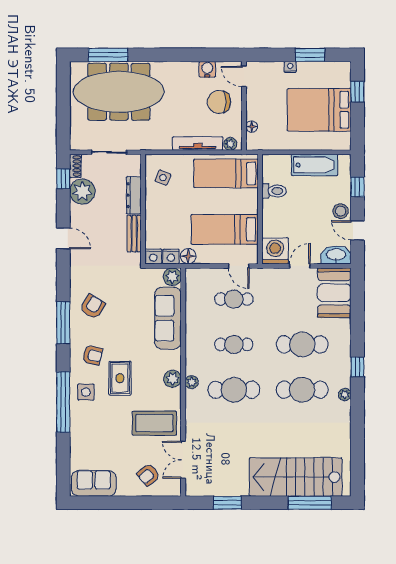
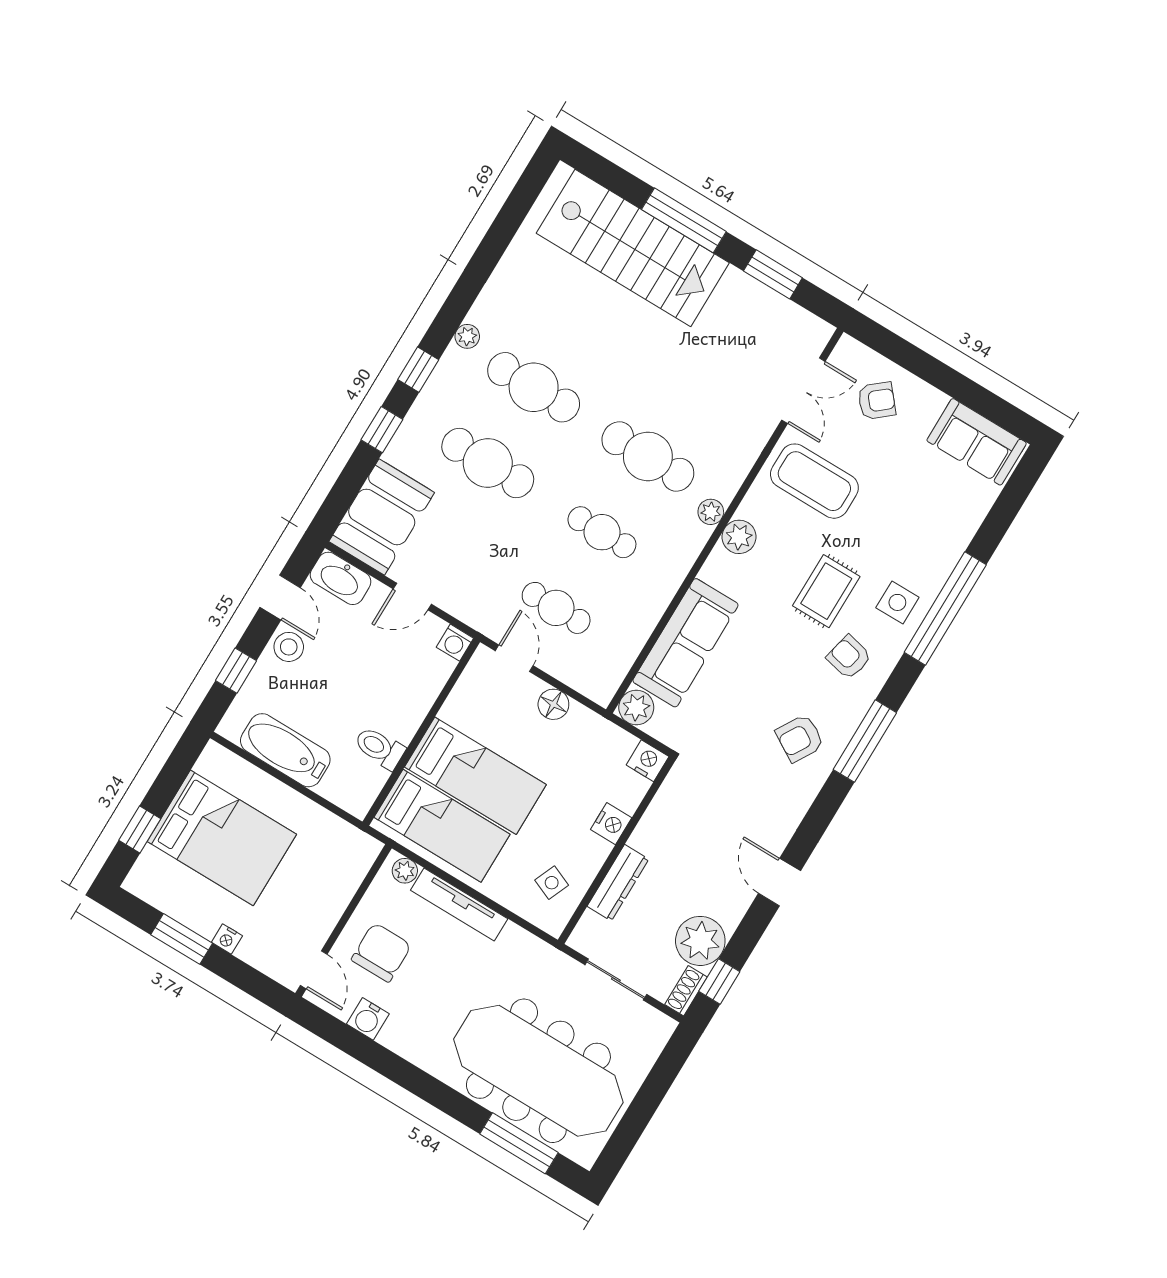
chair: (219, 102) -> (381, 952), turned -90
floor lamp: (252, 127) -> (352, 878), removed
bed: (225, 229) -> (475, 776), moved
bench: (134, 234) -> (656, 818), removed
washing machine: (275, 251) -> (455, 643), width x0.53, depth x0.53
floor lamp: (188, 256) -> (553, 704), moved
nightstand: (171, 257) -> (611, 824), moved, turned 90
window: (357, 331) -> (382, 430), added
window: (310, 503) -> (684, 220), moved

